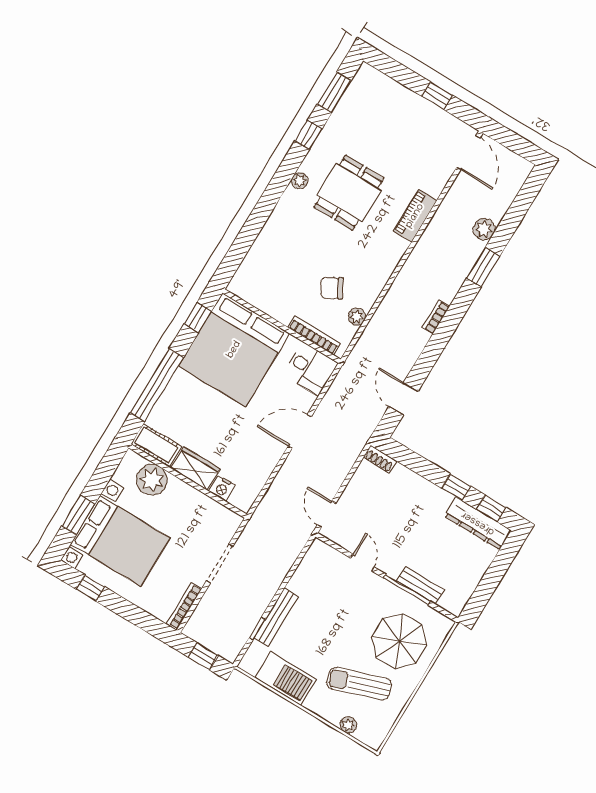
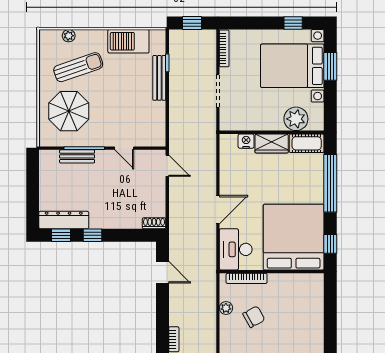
desk: (310, 369) -> (236, 249), width x1.37

